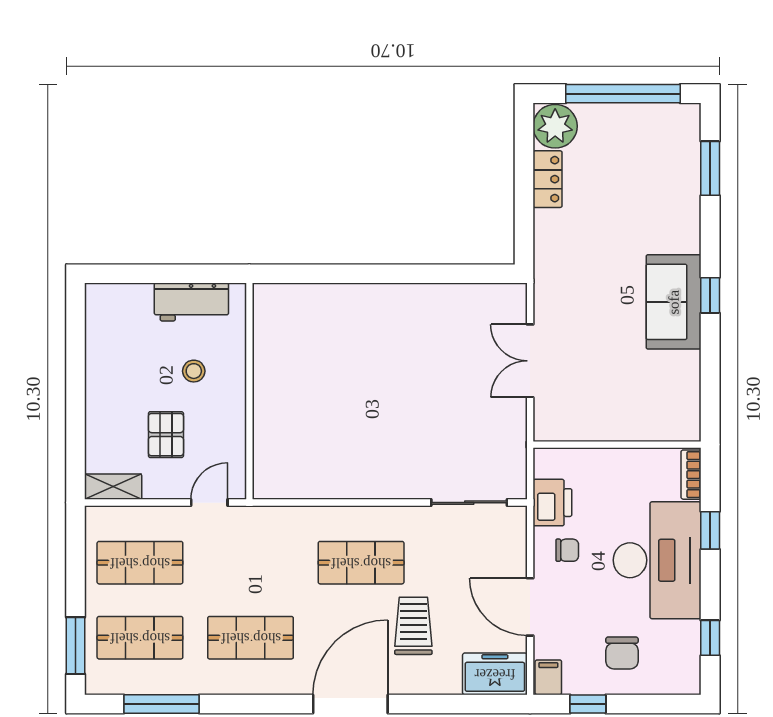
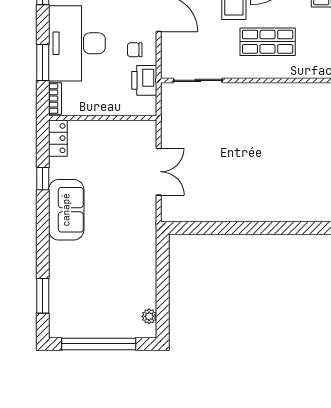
plant: (555, 126) -> (149, 316), width x0.53, depth x0.53
locker: (548, 179) -> (58, 138), moved, turned 180
window: (710, 295) -> (43, 179), moved
window: (710, 530) -> (43, 63), width x1.50

